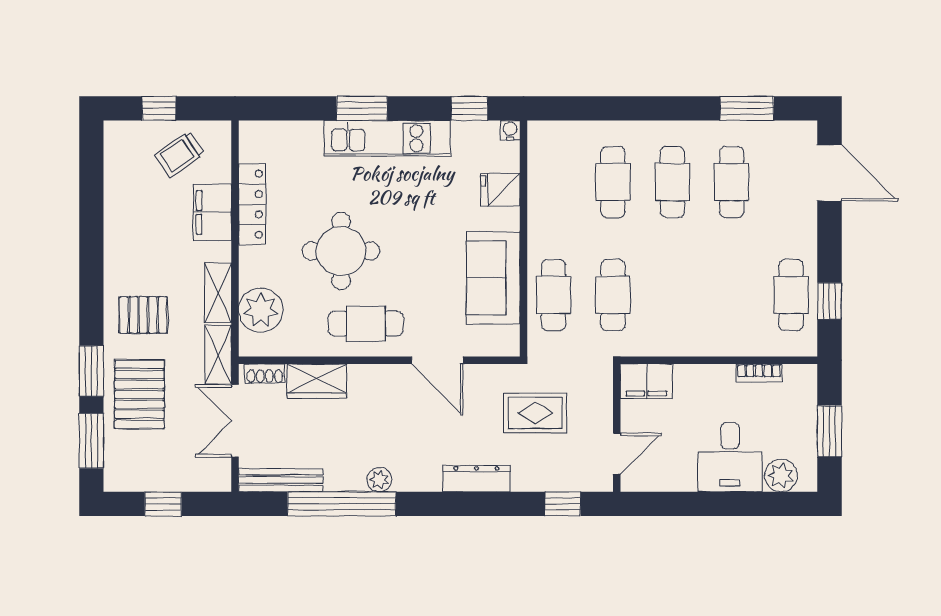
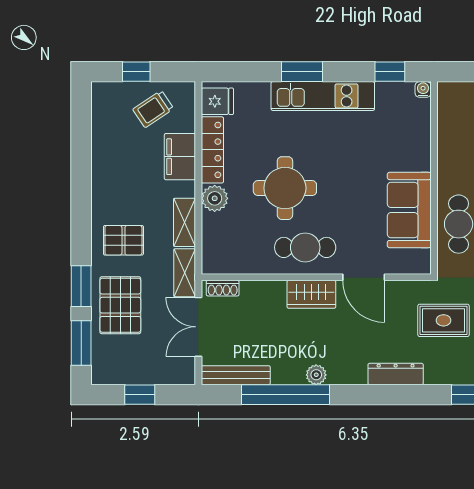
fridge: (500, 190) -> (217, 101), moved, turned 180
plant: (261, 310) -> (215, 198), moved, width x0.73, depth x0.73
wardrobe: (317, 381) -> (311, 294), moved

